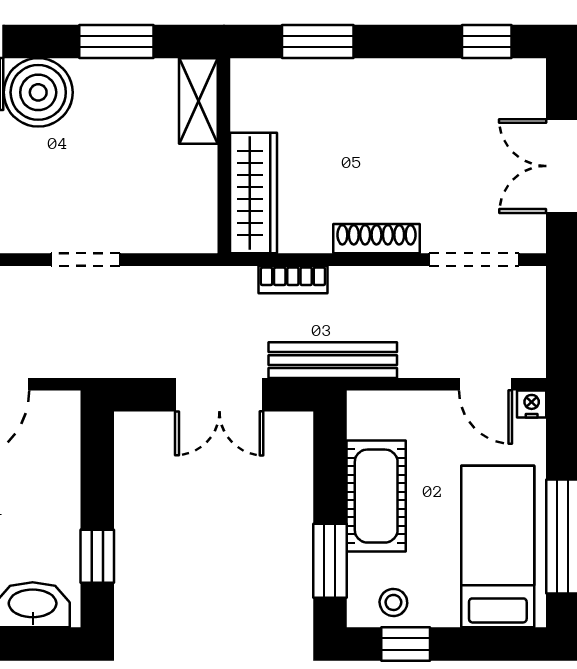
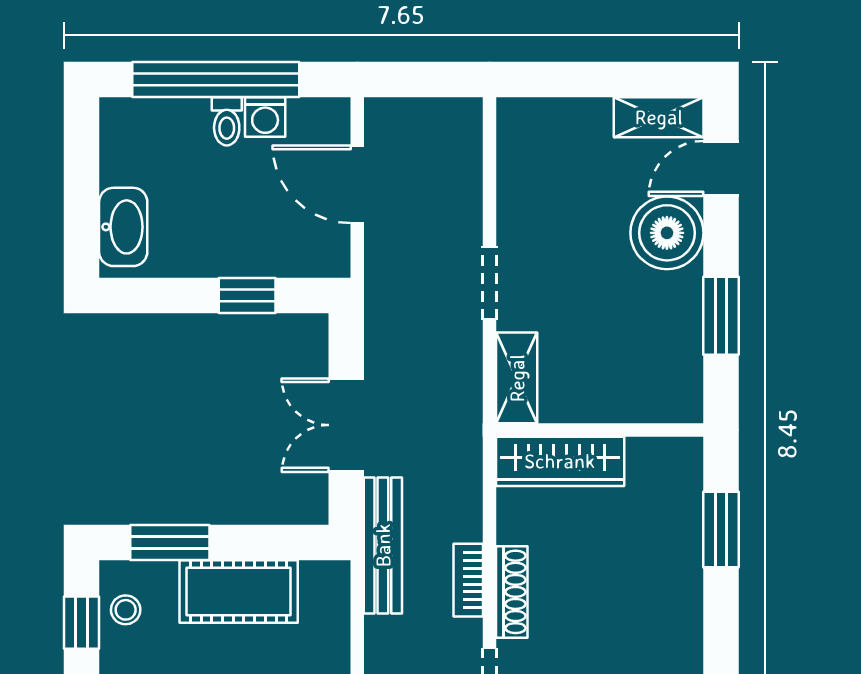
shelving: (198, 101) -> (517, 378), moved, turned 90
bookcase: (293, 280) -> (468, 580), moved
window: (97, 556) -> (247, 296), moved

